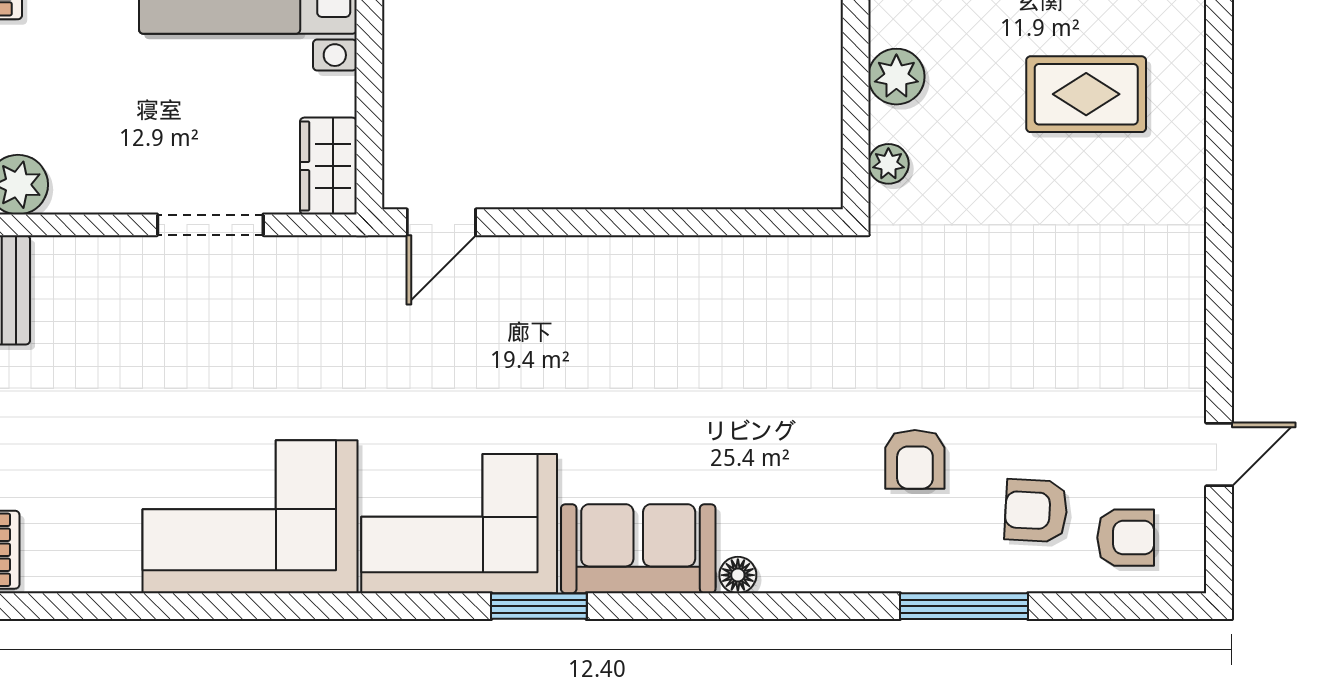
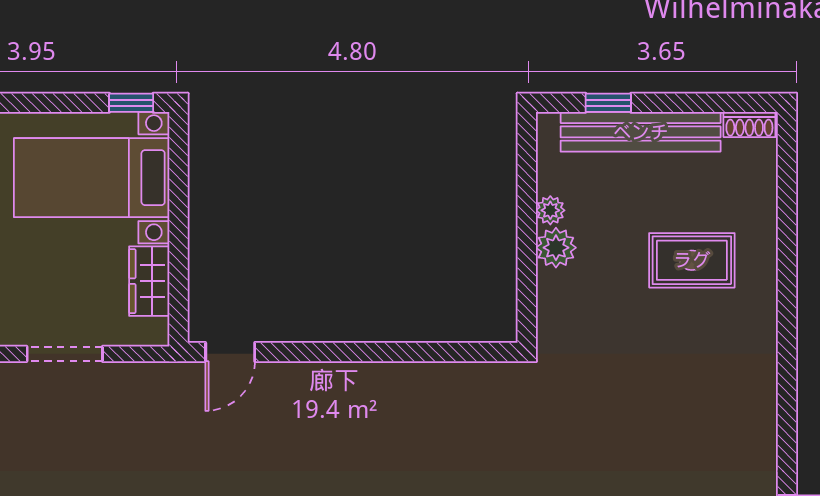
plant: (888, 164) -> (550, 210), moved
wardrobe: (328, 166) -> (149, 281), moved

